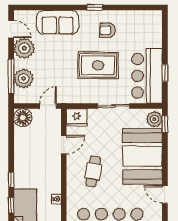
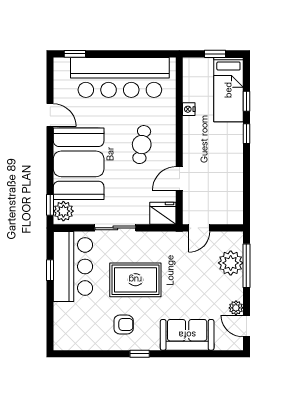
plant: (24, 48) -> (236, 308), width x0.53, depth x0.53
floor lamp: (23, 118) -> (232, 213), removed

